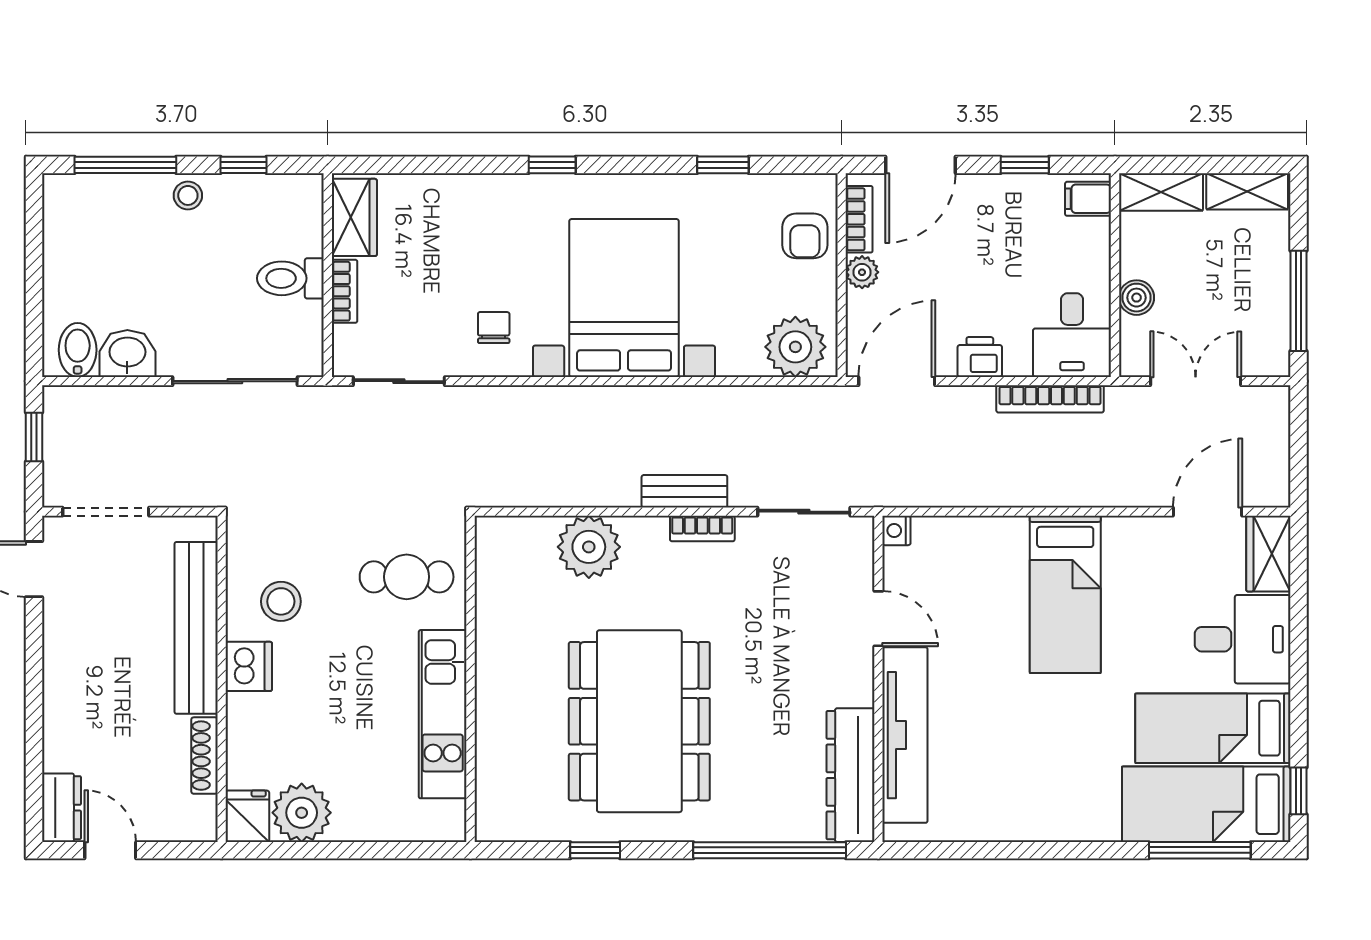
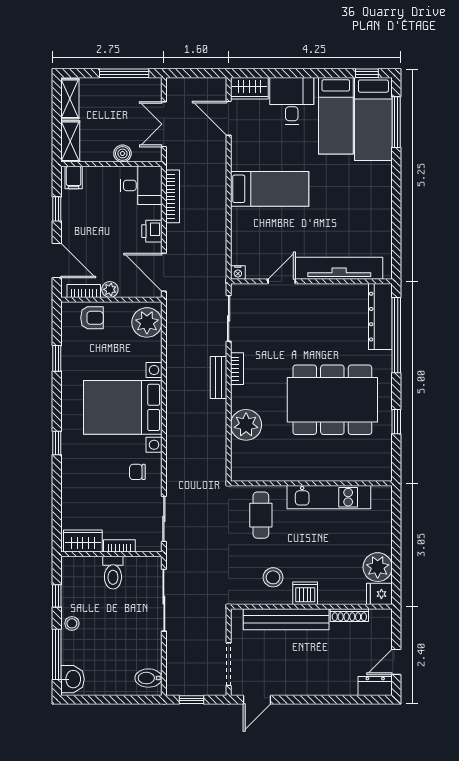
washbasin: (127, 353) -> (73, 679), moved, turned 180
dresser: (850, 775) -> (380, 317), moved, turned 90

